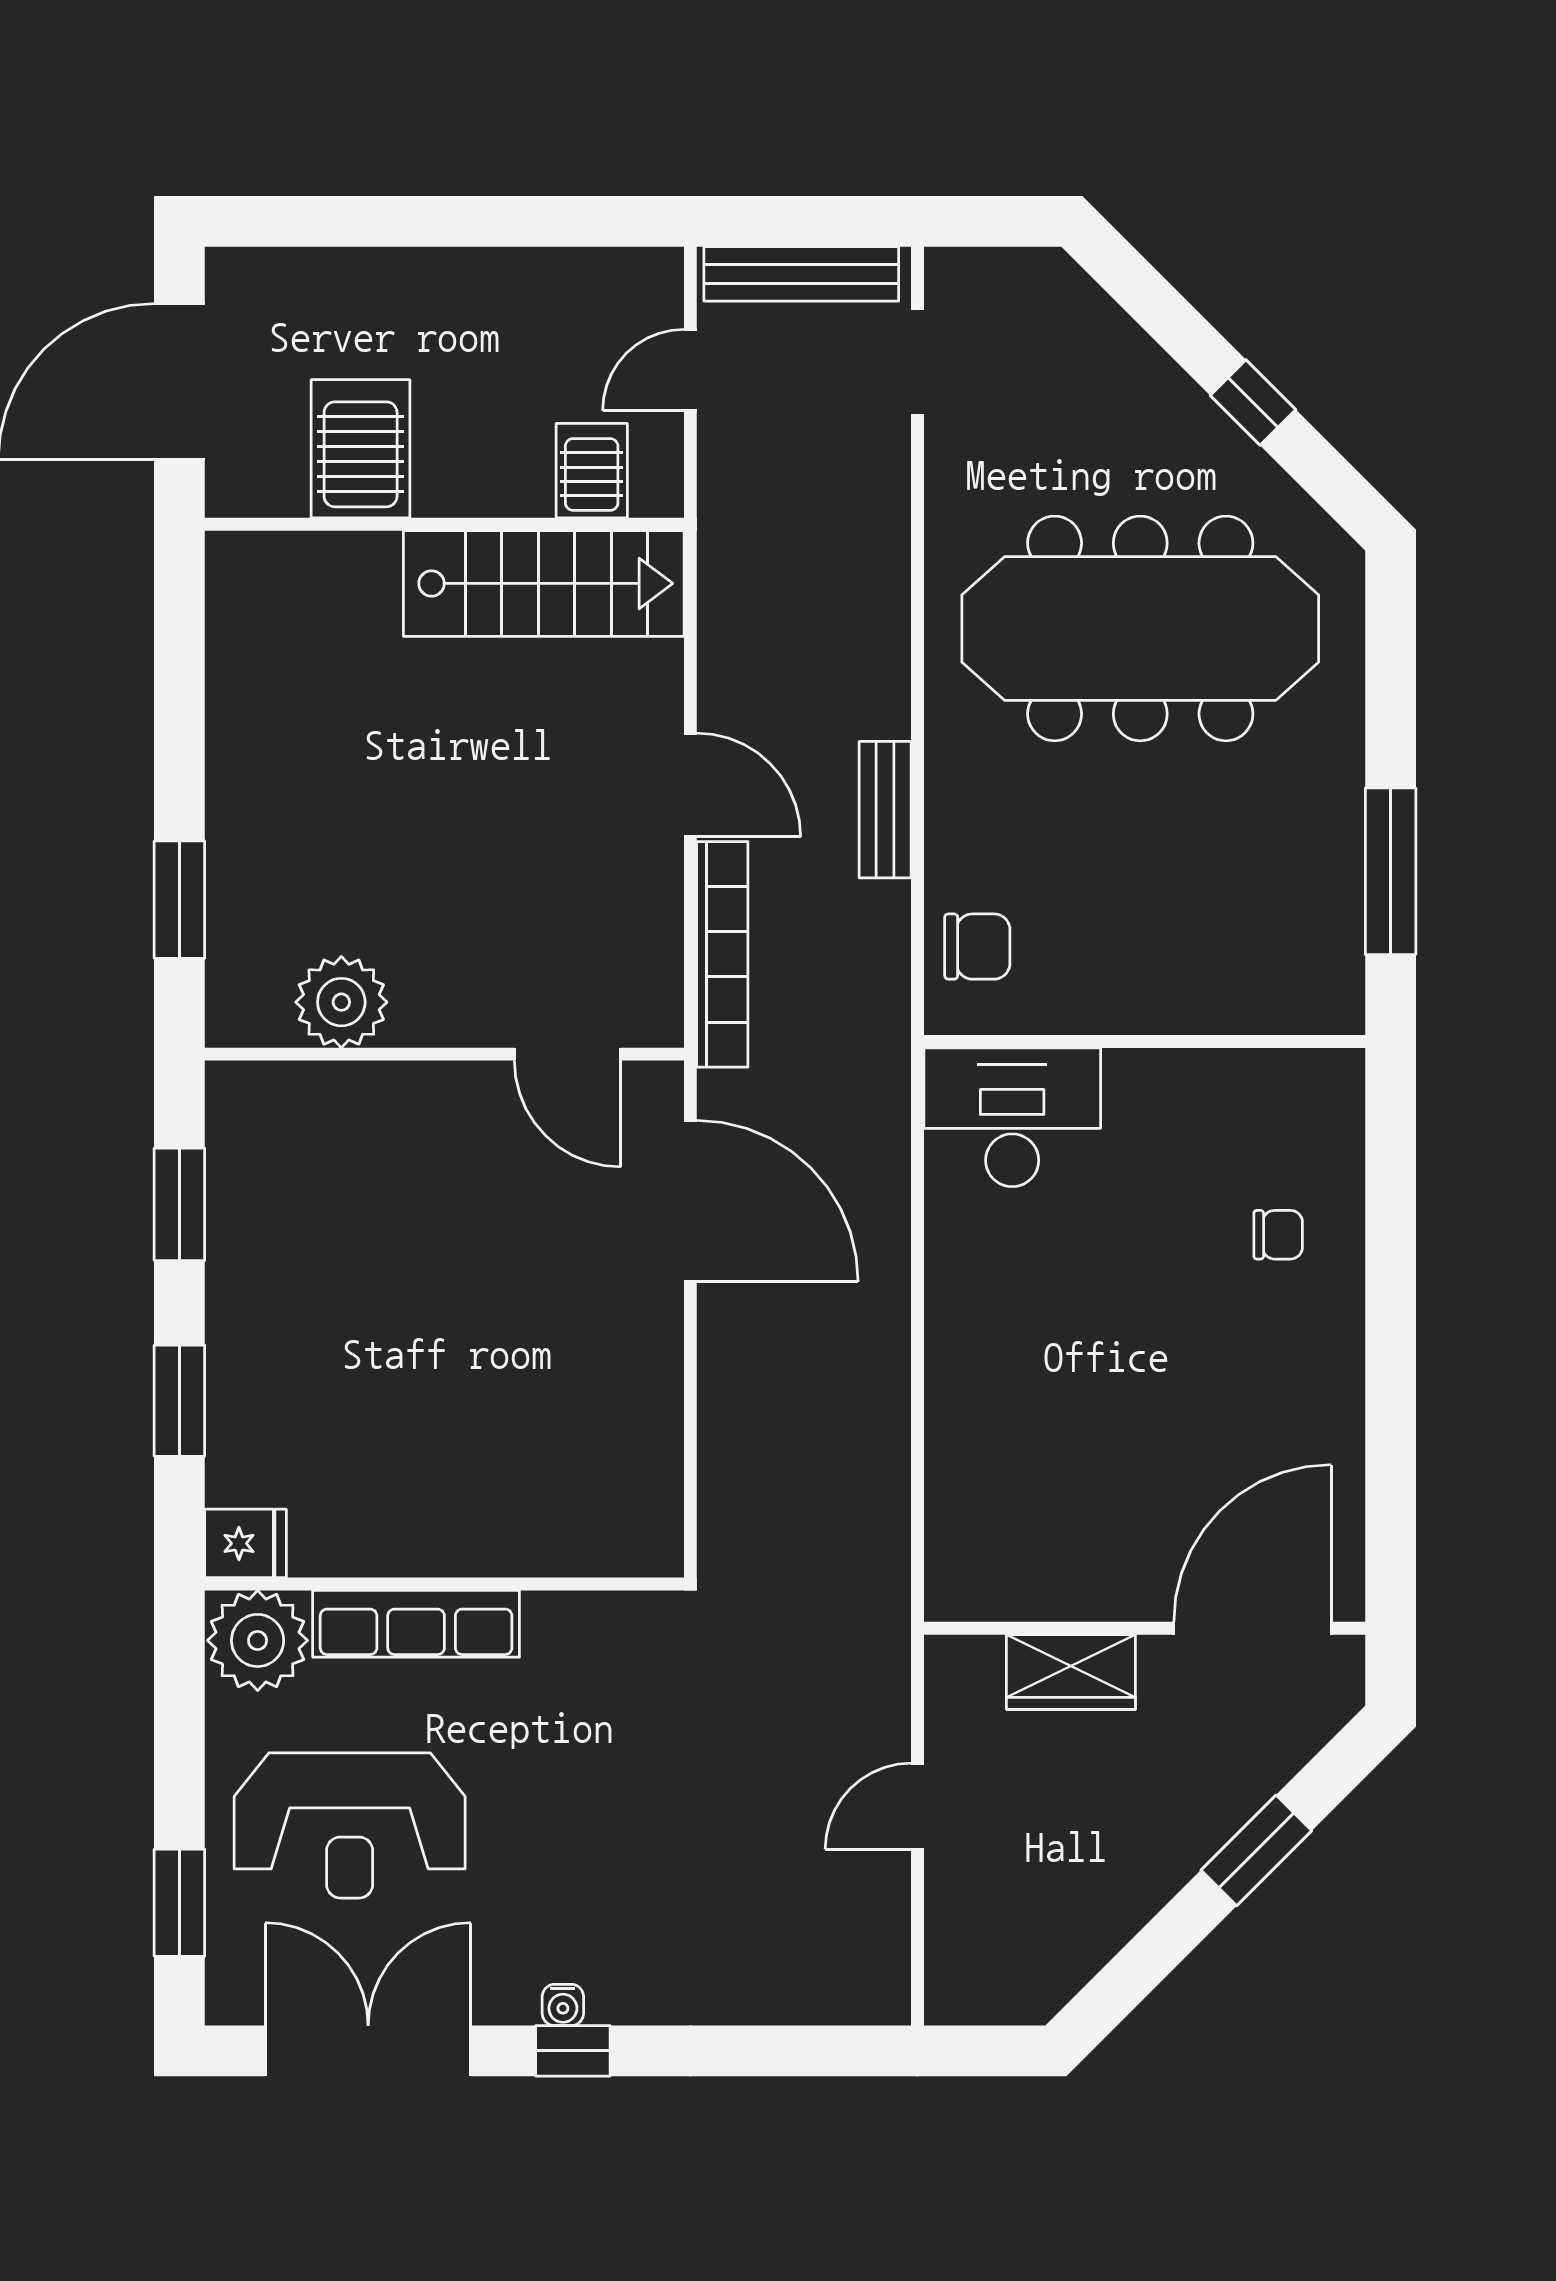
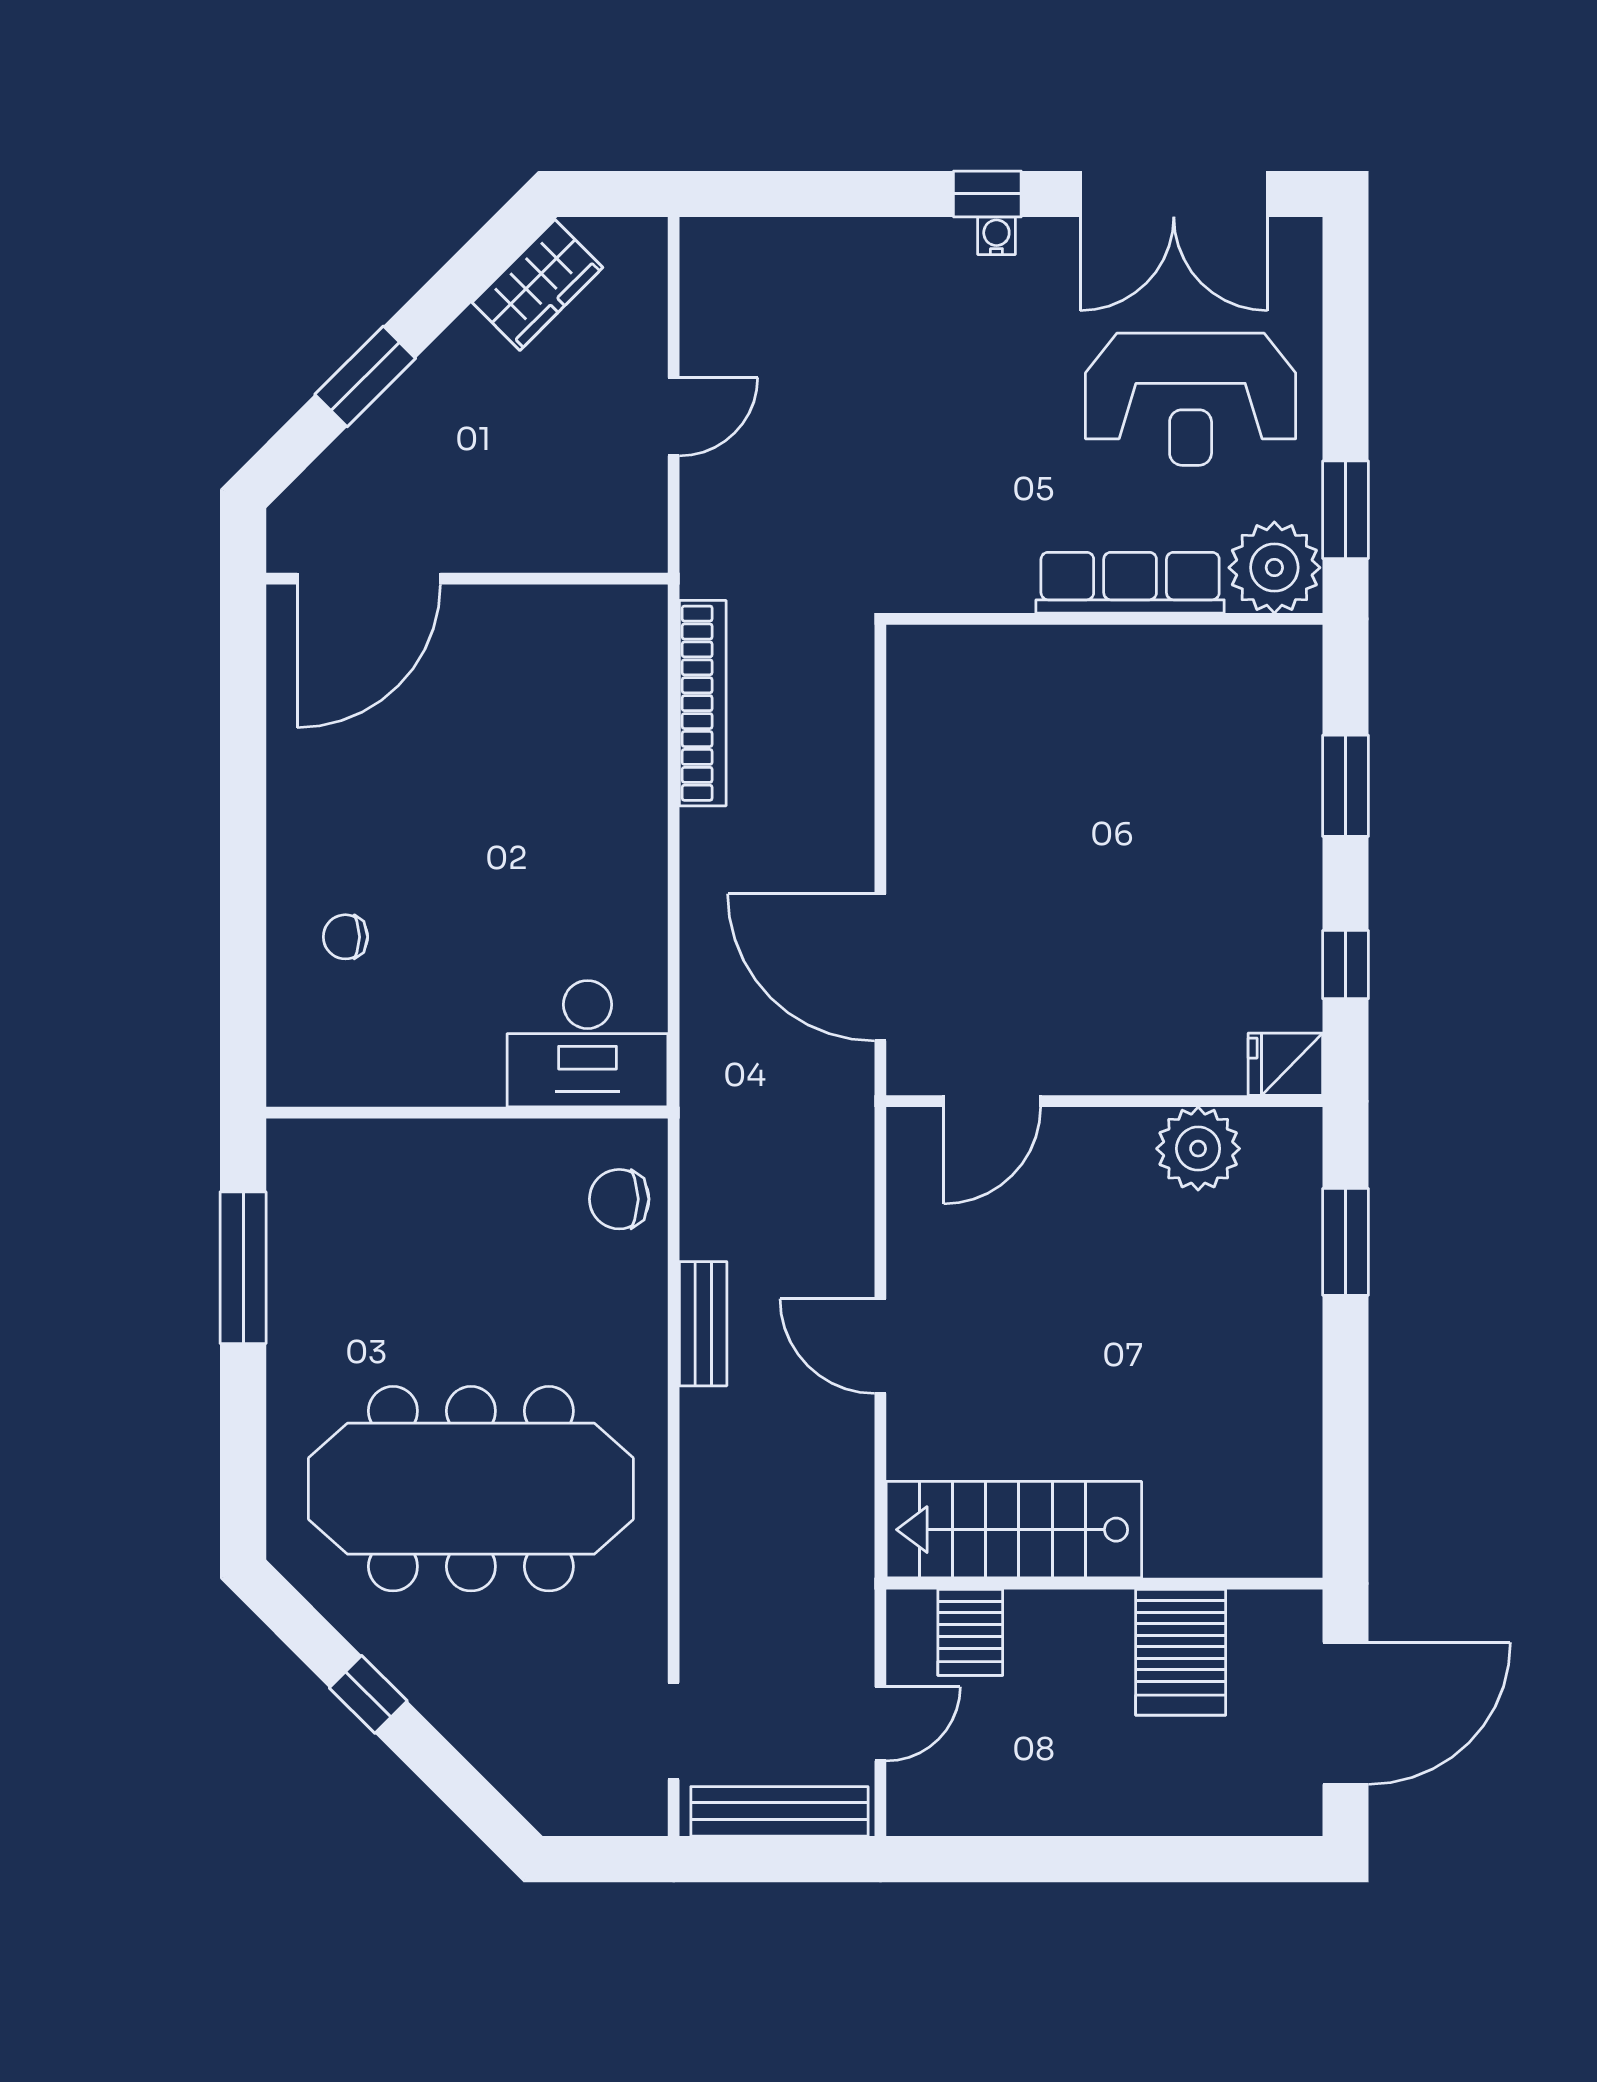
bookcase: (722, 954) -> (703, 703), moved, turned 180
door: (568, 1054) -> (992, 1101), swing flipped
window: (179, 1204) -> (1345, 965), width x0.67
fridge: (245, 1543) -> (1285, 1064), moved
wardrobe: (1071, 1672) -> (537, 285), moved, turned 135
reception desk: (350, 1825) -> (1191, 399), turned 180
window: (179, 1903) -> (1345, 510), moved

